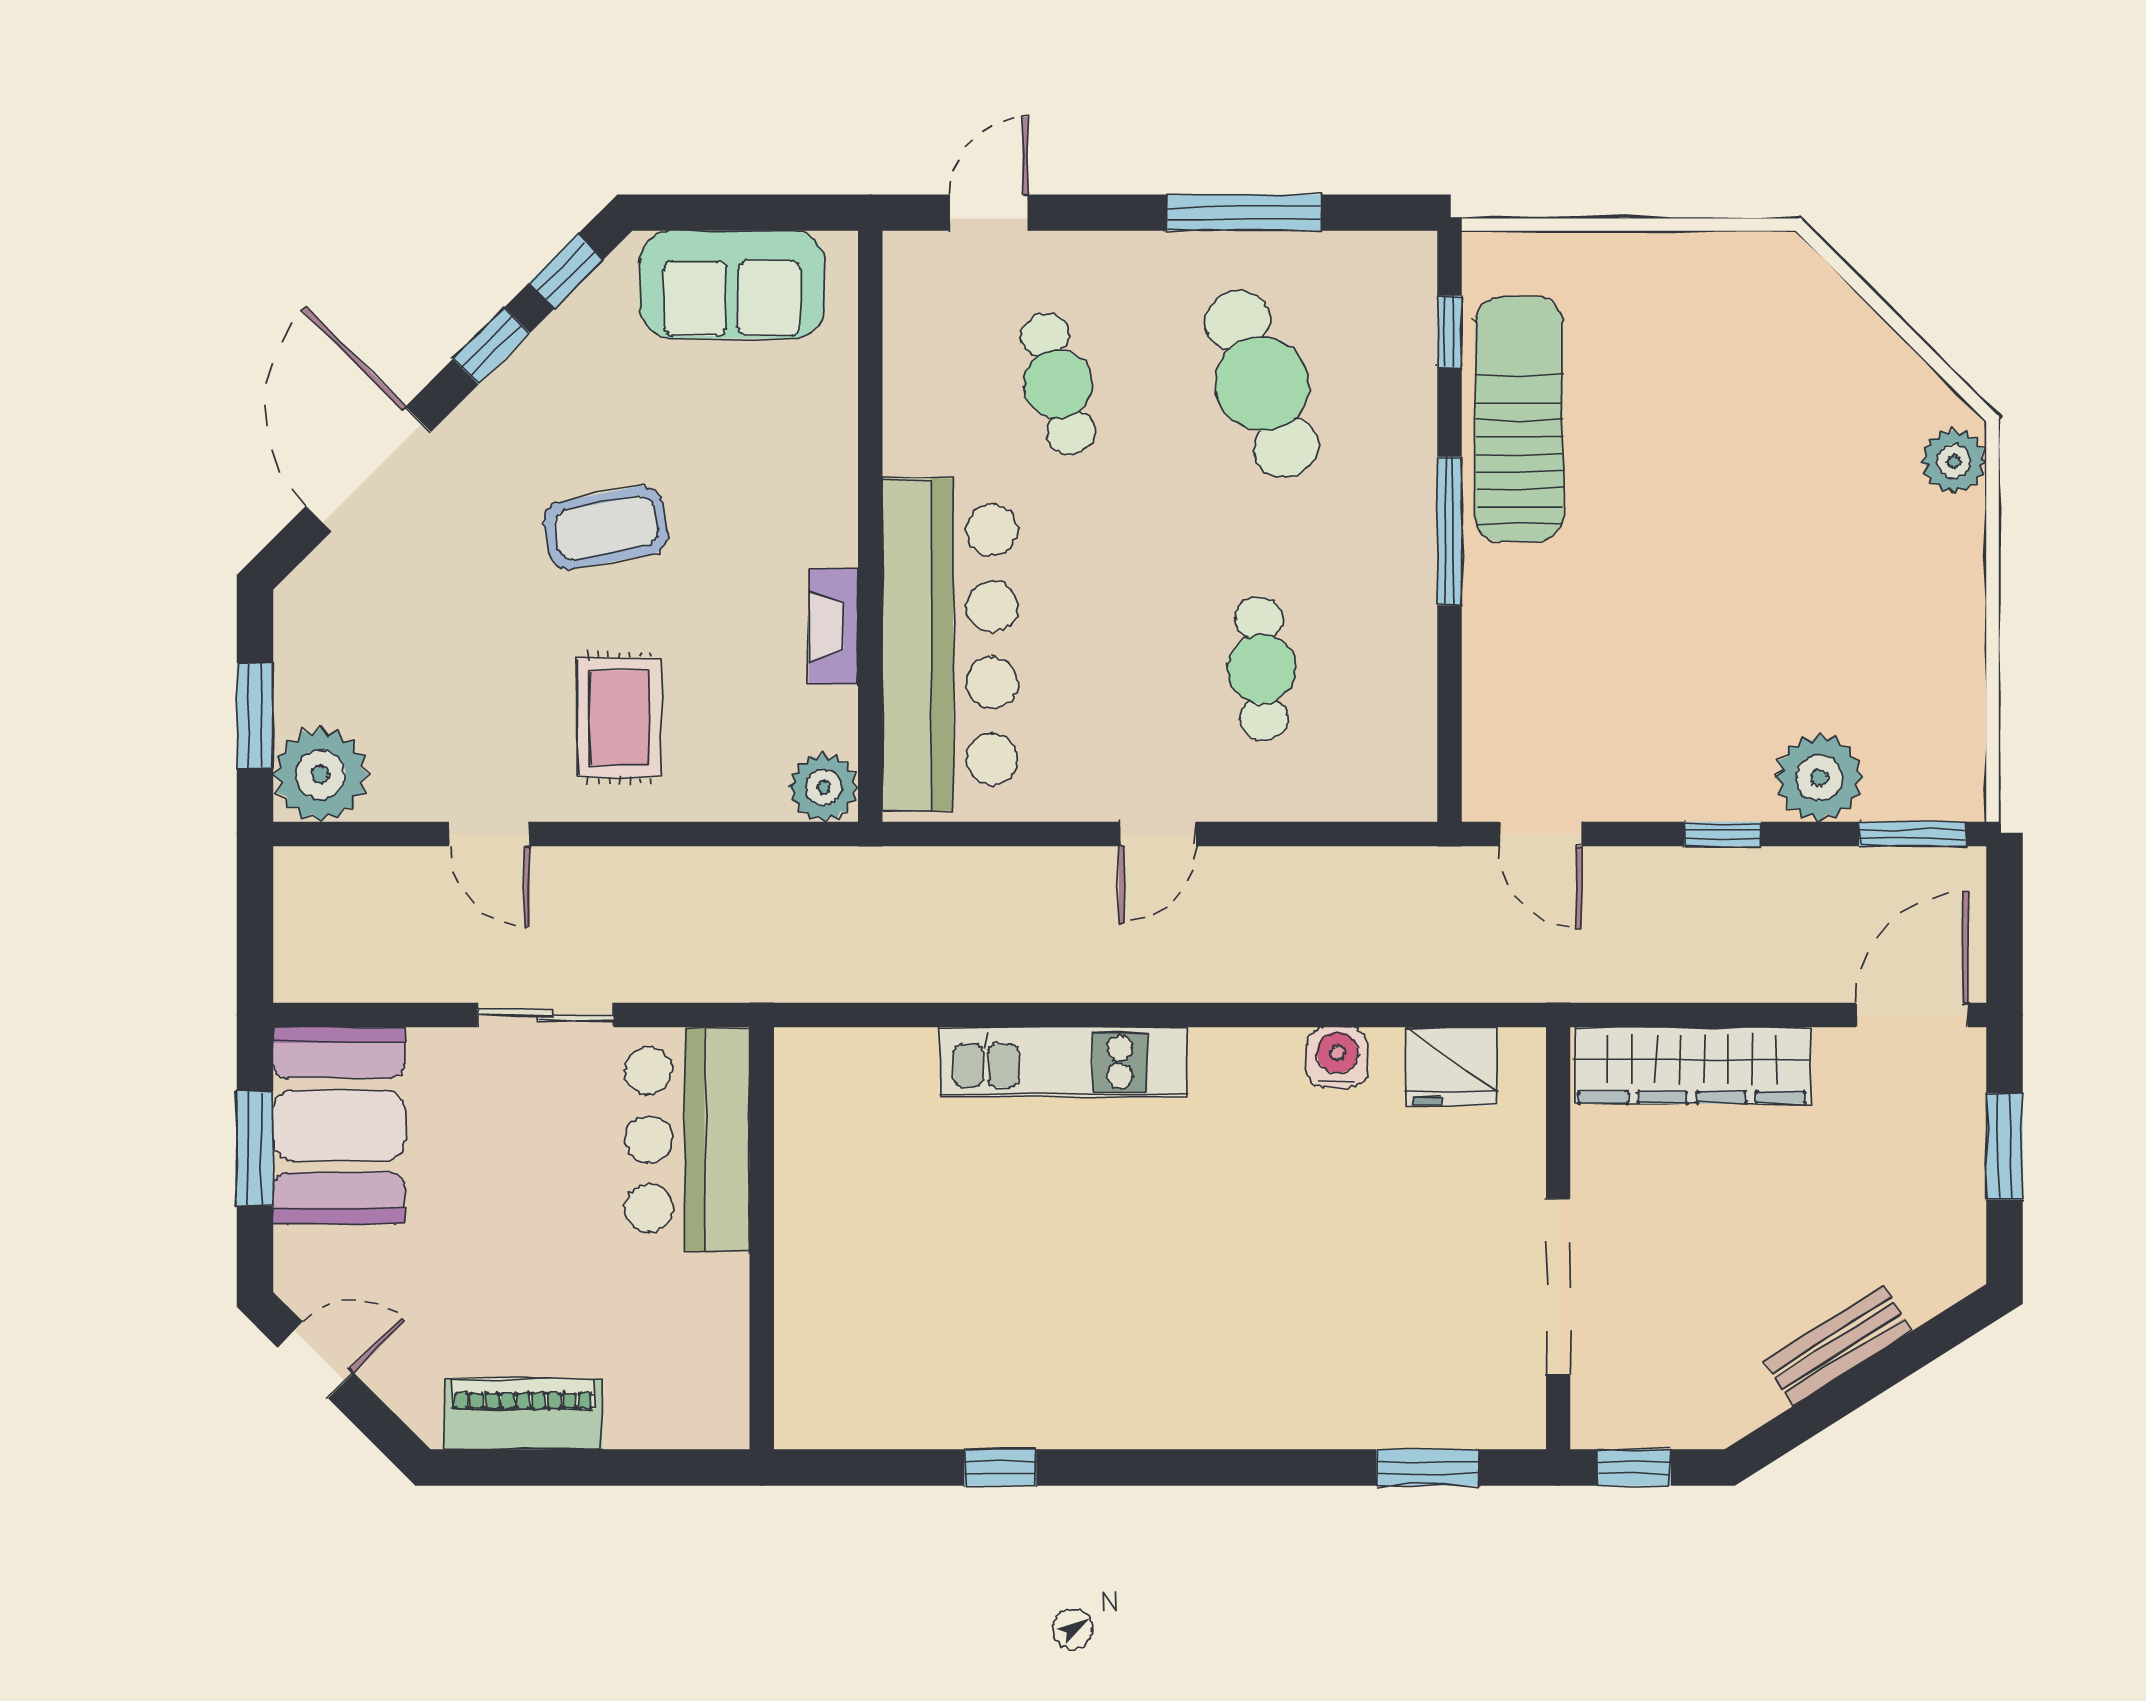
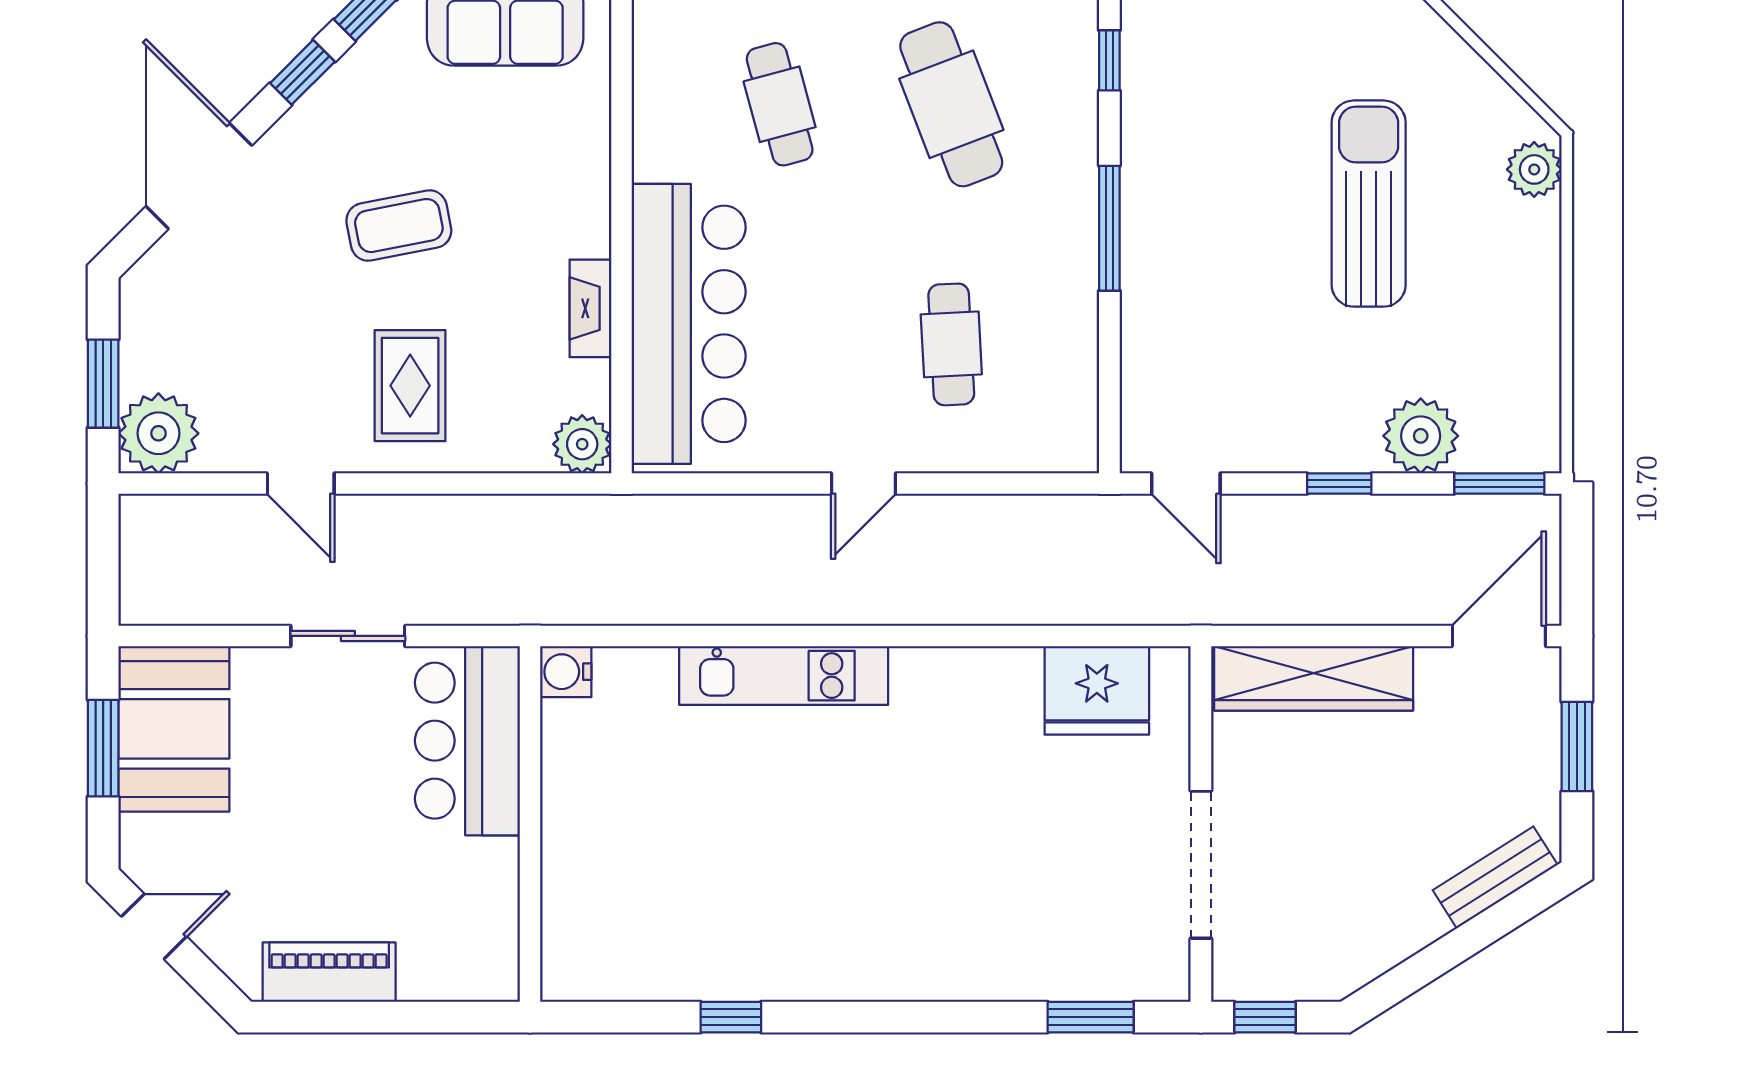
sun lounger: (1519, 419) -> (1369, 204), moved
water cooler: (1337, 1057) -> (566, 672), moved, turned -90
fridge: (1451, 1066) -> (1097, 690), width x1.36, depth x1.34
bench: (1838, 1345) -> (1495, 877), moved

